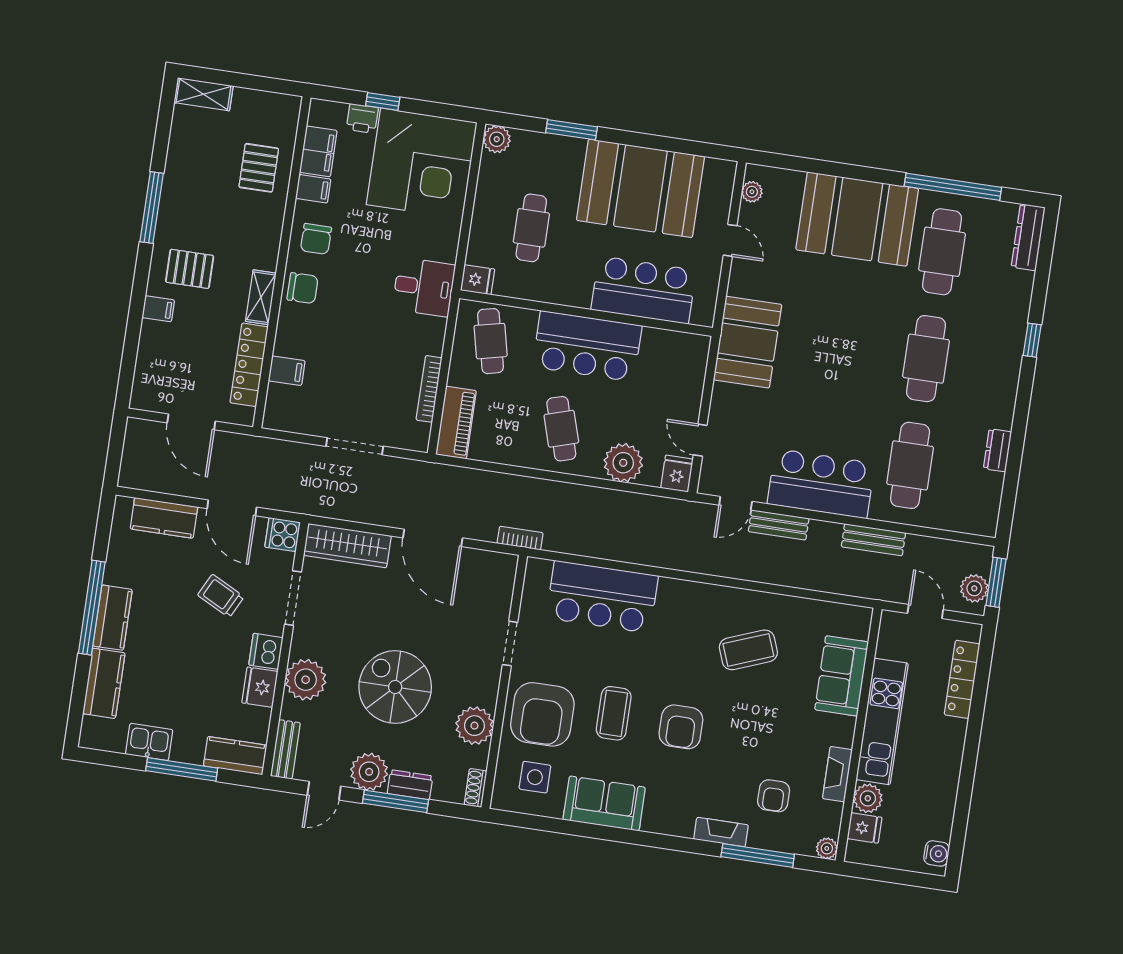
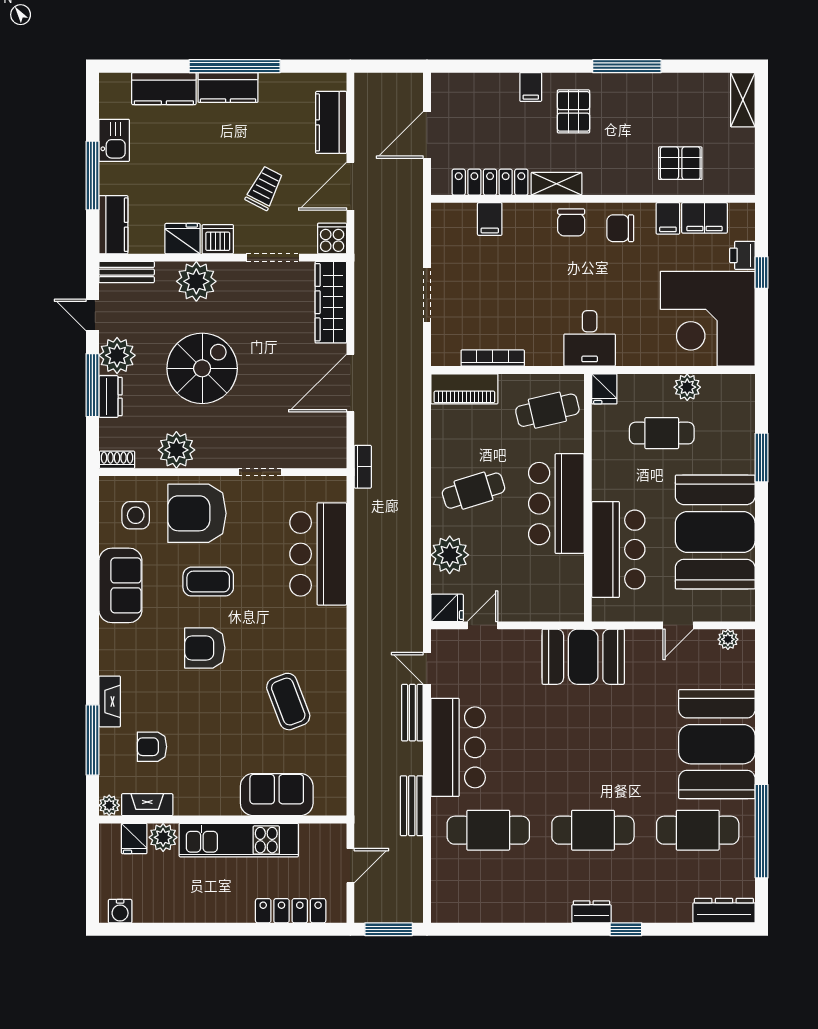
plant: (497, 139) -> (687, 387), moved
dresser: (997, 450) -> (592, 912), moved
plant: (974, 588) -> (380, 909), removed
fireplace: (837, 774) -> (147, 805), moved

